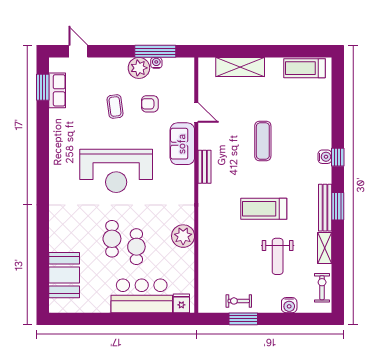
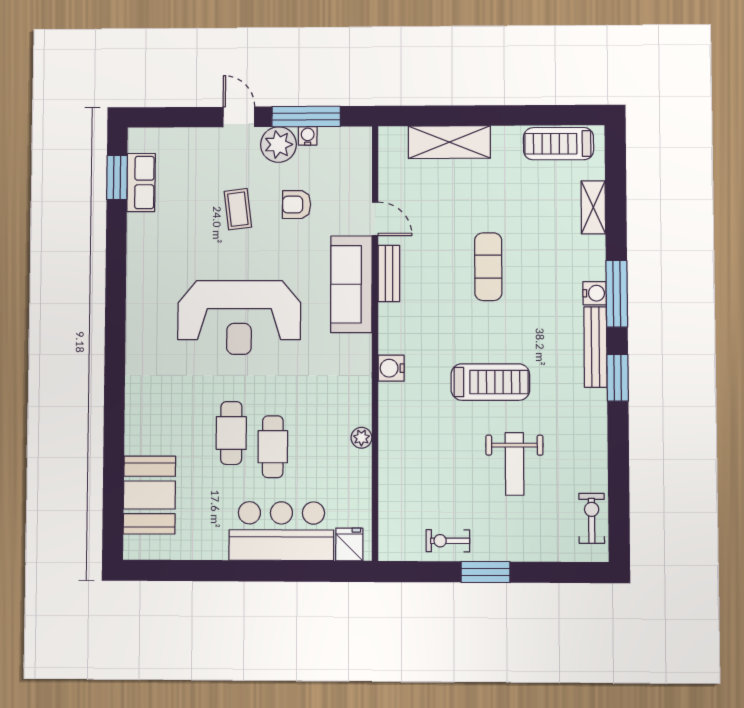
door: (78, 51) -> (239, 117), moved
sofa: (182, 144) -> (351, 284), width x1.36
window: (338, 157) -> (617, 294), width x2.17
bench: (204, 167) -> (389, 273), moved
bench: (325, 208) -> (595, 347), moved
treadmill: (264, 209) -> (490, 382), turned 180
plant: (183, 236) -> (361, 438), width x0.53, depth x0.53
shelving: (325, 248) -> (593, 207), moved
water cooler: (289, 305) -> (391, 368), moved, turned 90
window: (243, 319) -> (486, 572), moved

